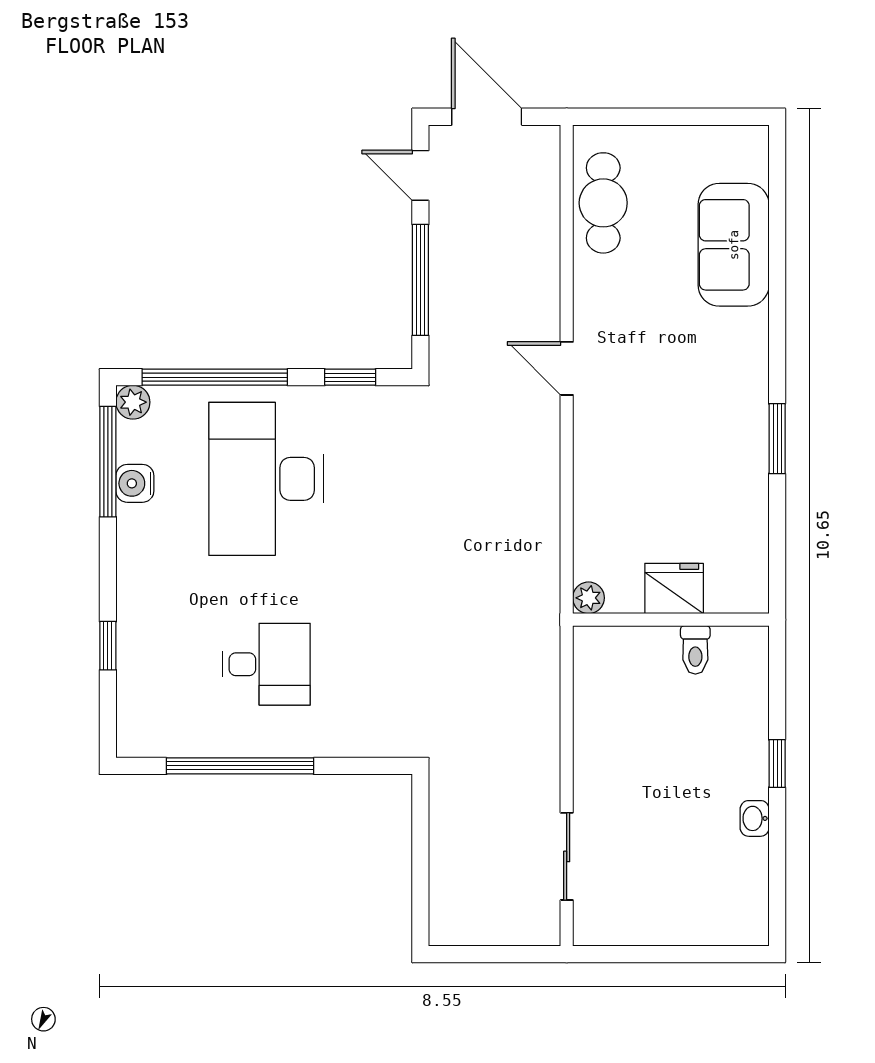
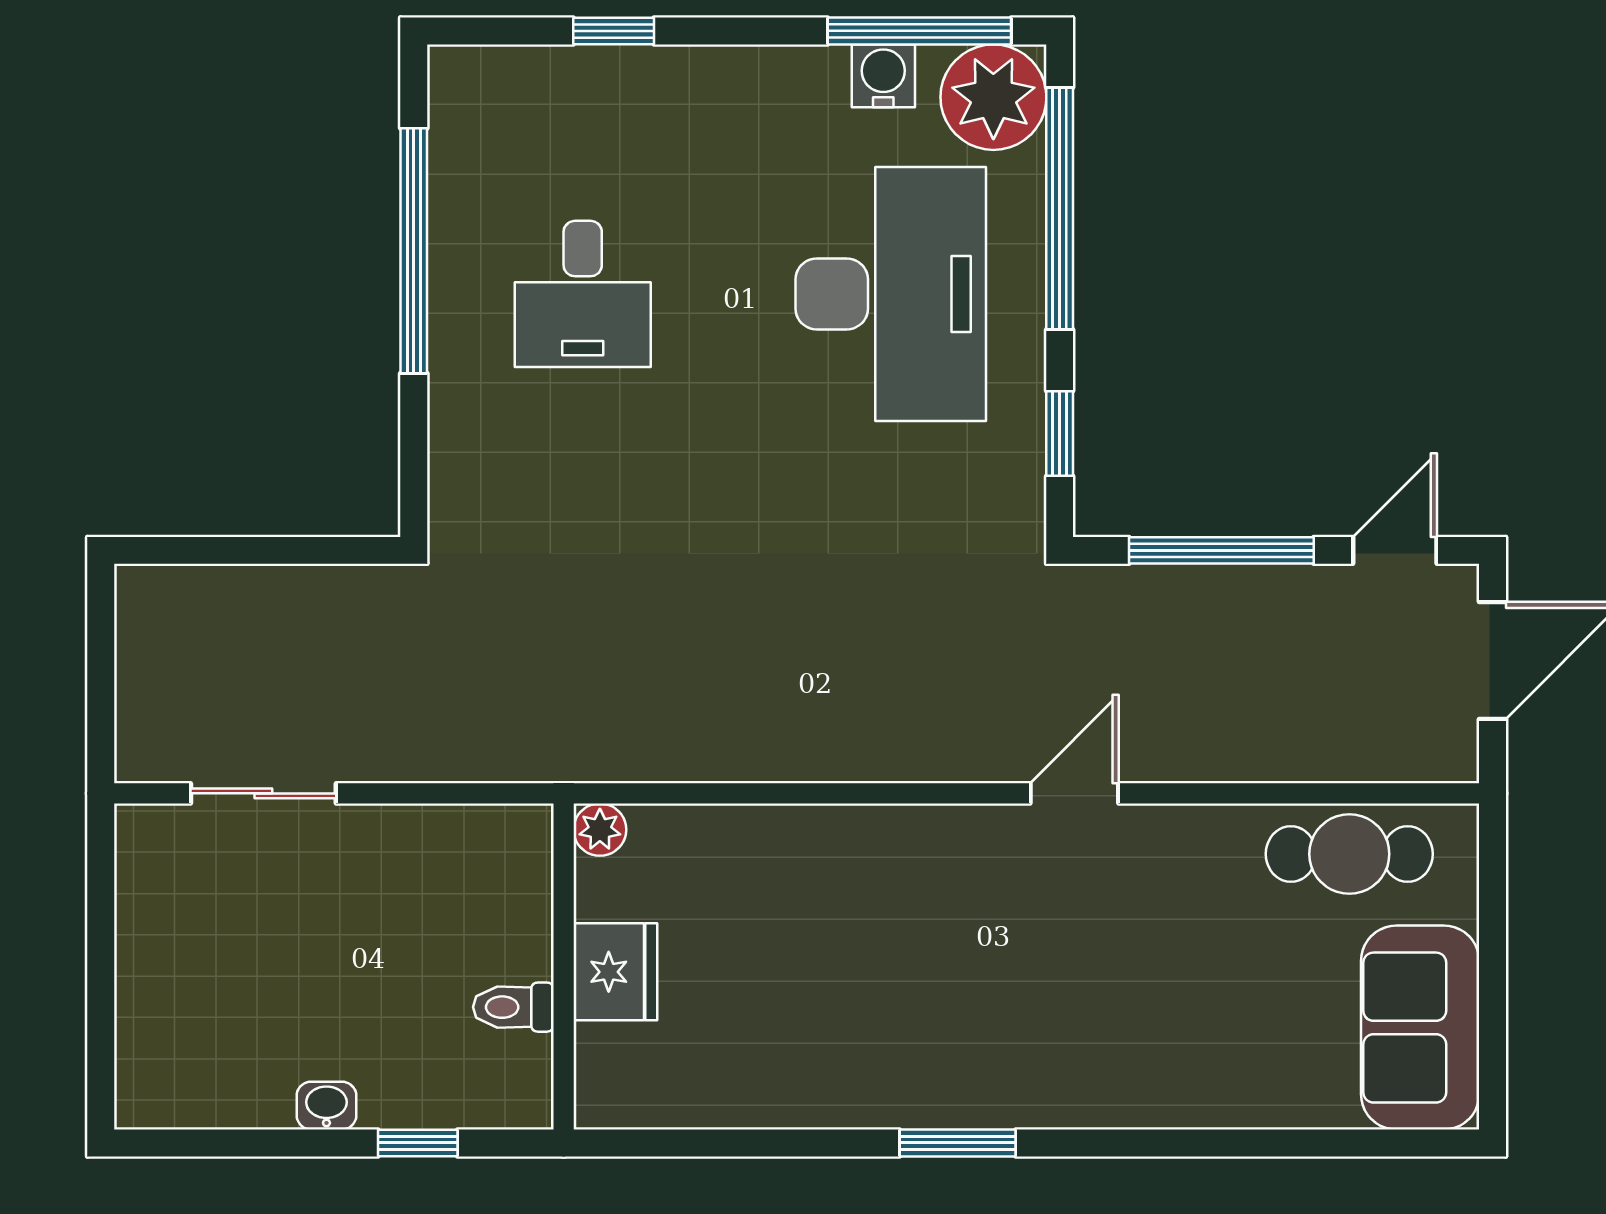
sofa: (734, 245) -> (1420, 1028), moved, turned -90
plant: (133, 402) -> (993, 97), width x1.88, depth x1.88
desk: (266, 479) -> (891, 294), turned 90
fridge: (674, 588) -> (615, 972), moved
plant: (589, 598) -> (600, 830), moved
wall: (671, 620) -> (564, 966), moved
toilet: (695, 650) -> (513, 1007), moved

